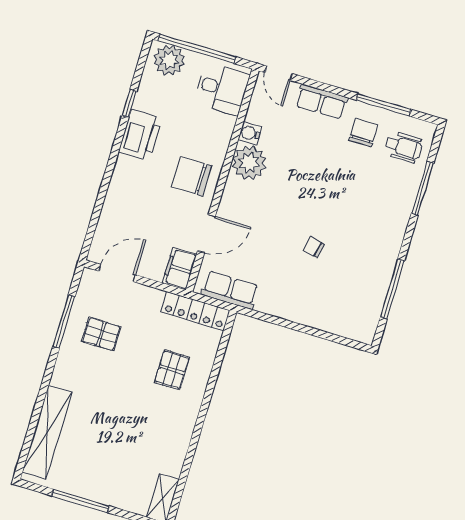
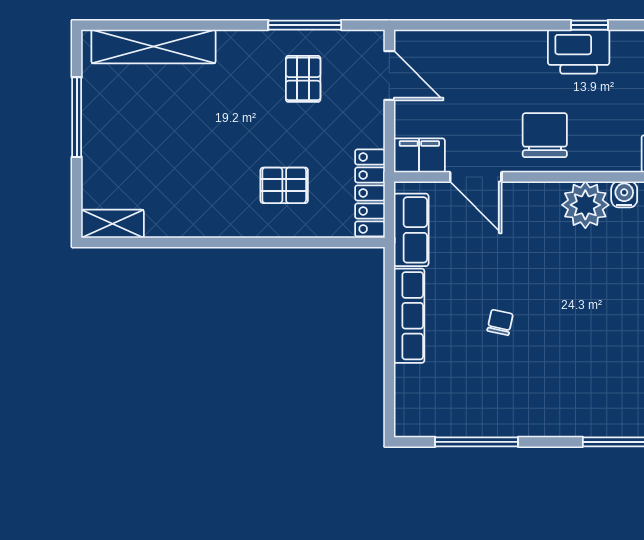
window: (129, 103) -> (590, 25), moved
row of seats: (290, 310) -> (409, 316), added

